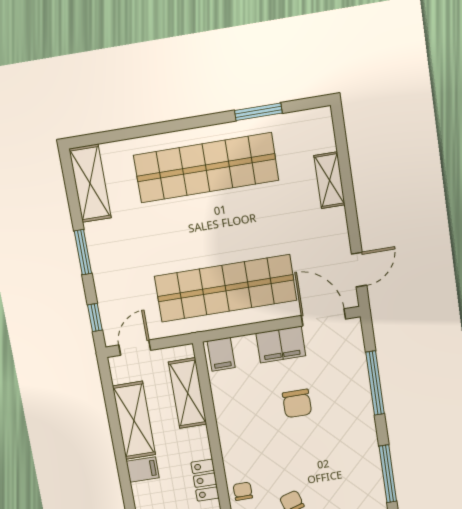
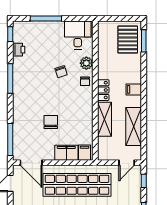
filing cabinet: (281, 344) -> (66, 153), moved
window: (375, 383) -> (10, 139), moved
shelving: (188, 393) -> (105, 119), moved
filing cabinet: (143, 470) -> (134, 89), moved

